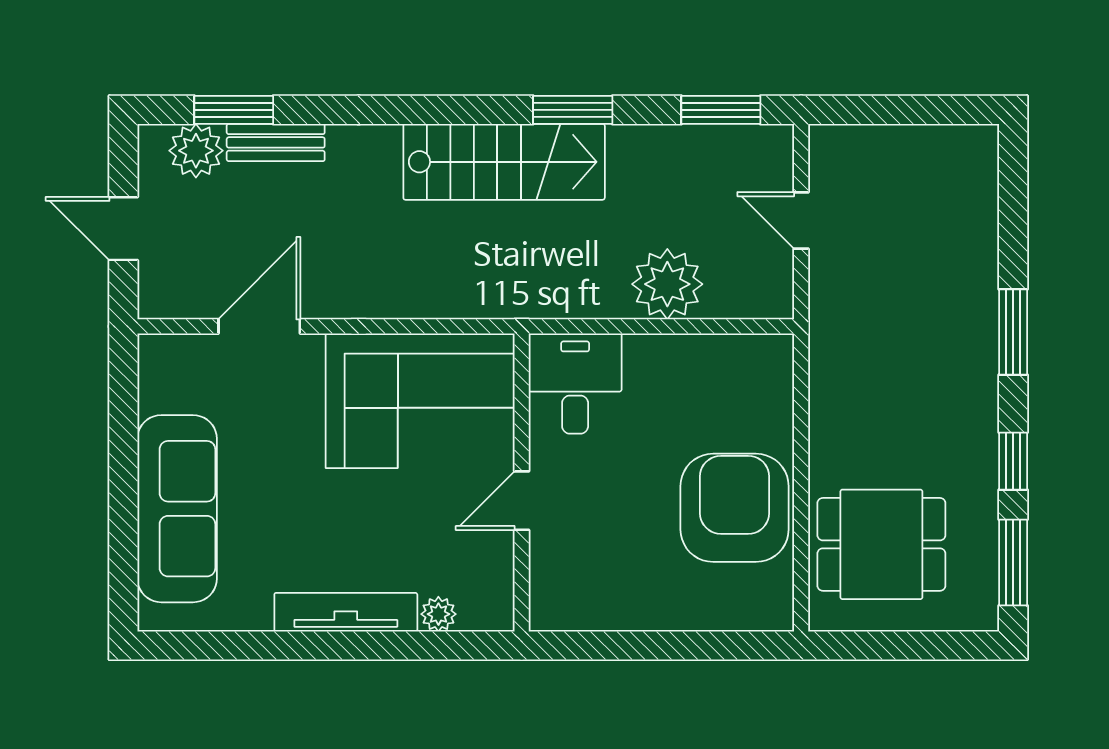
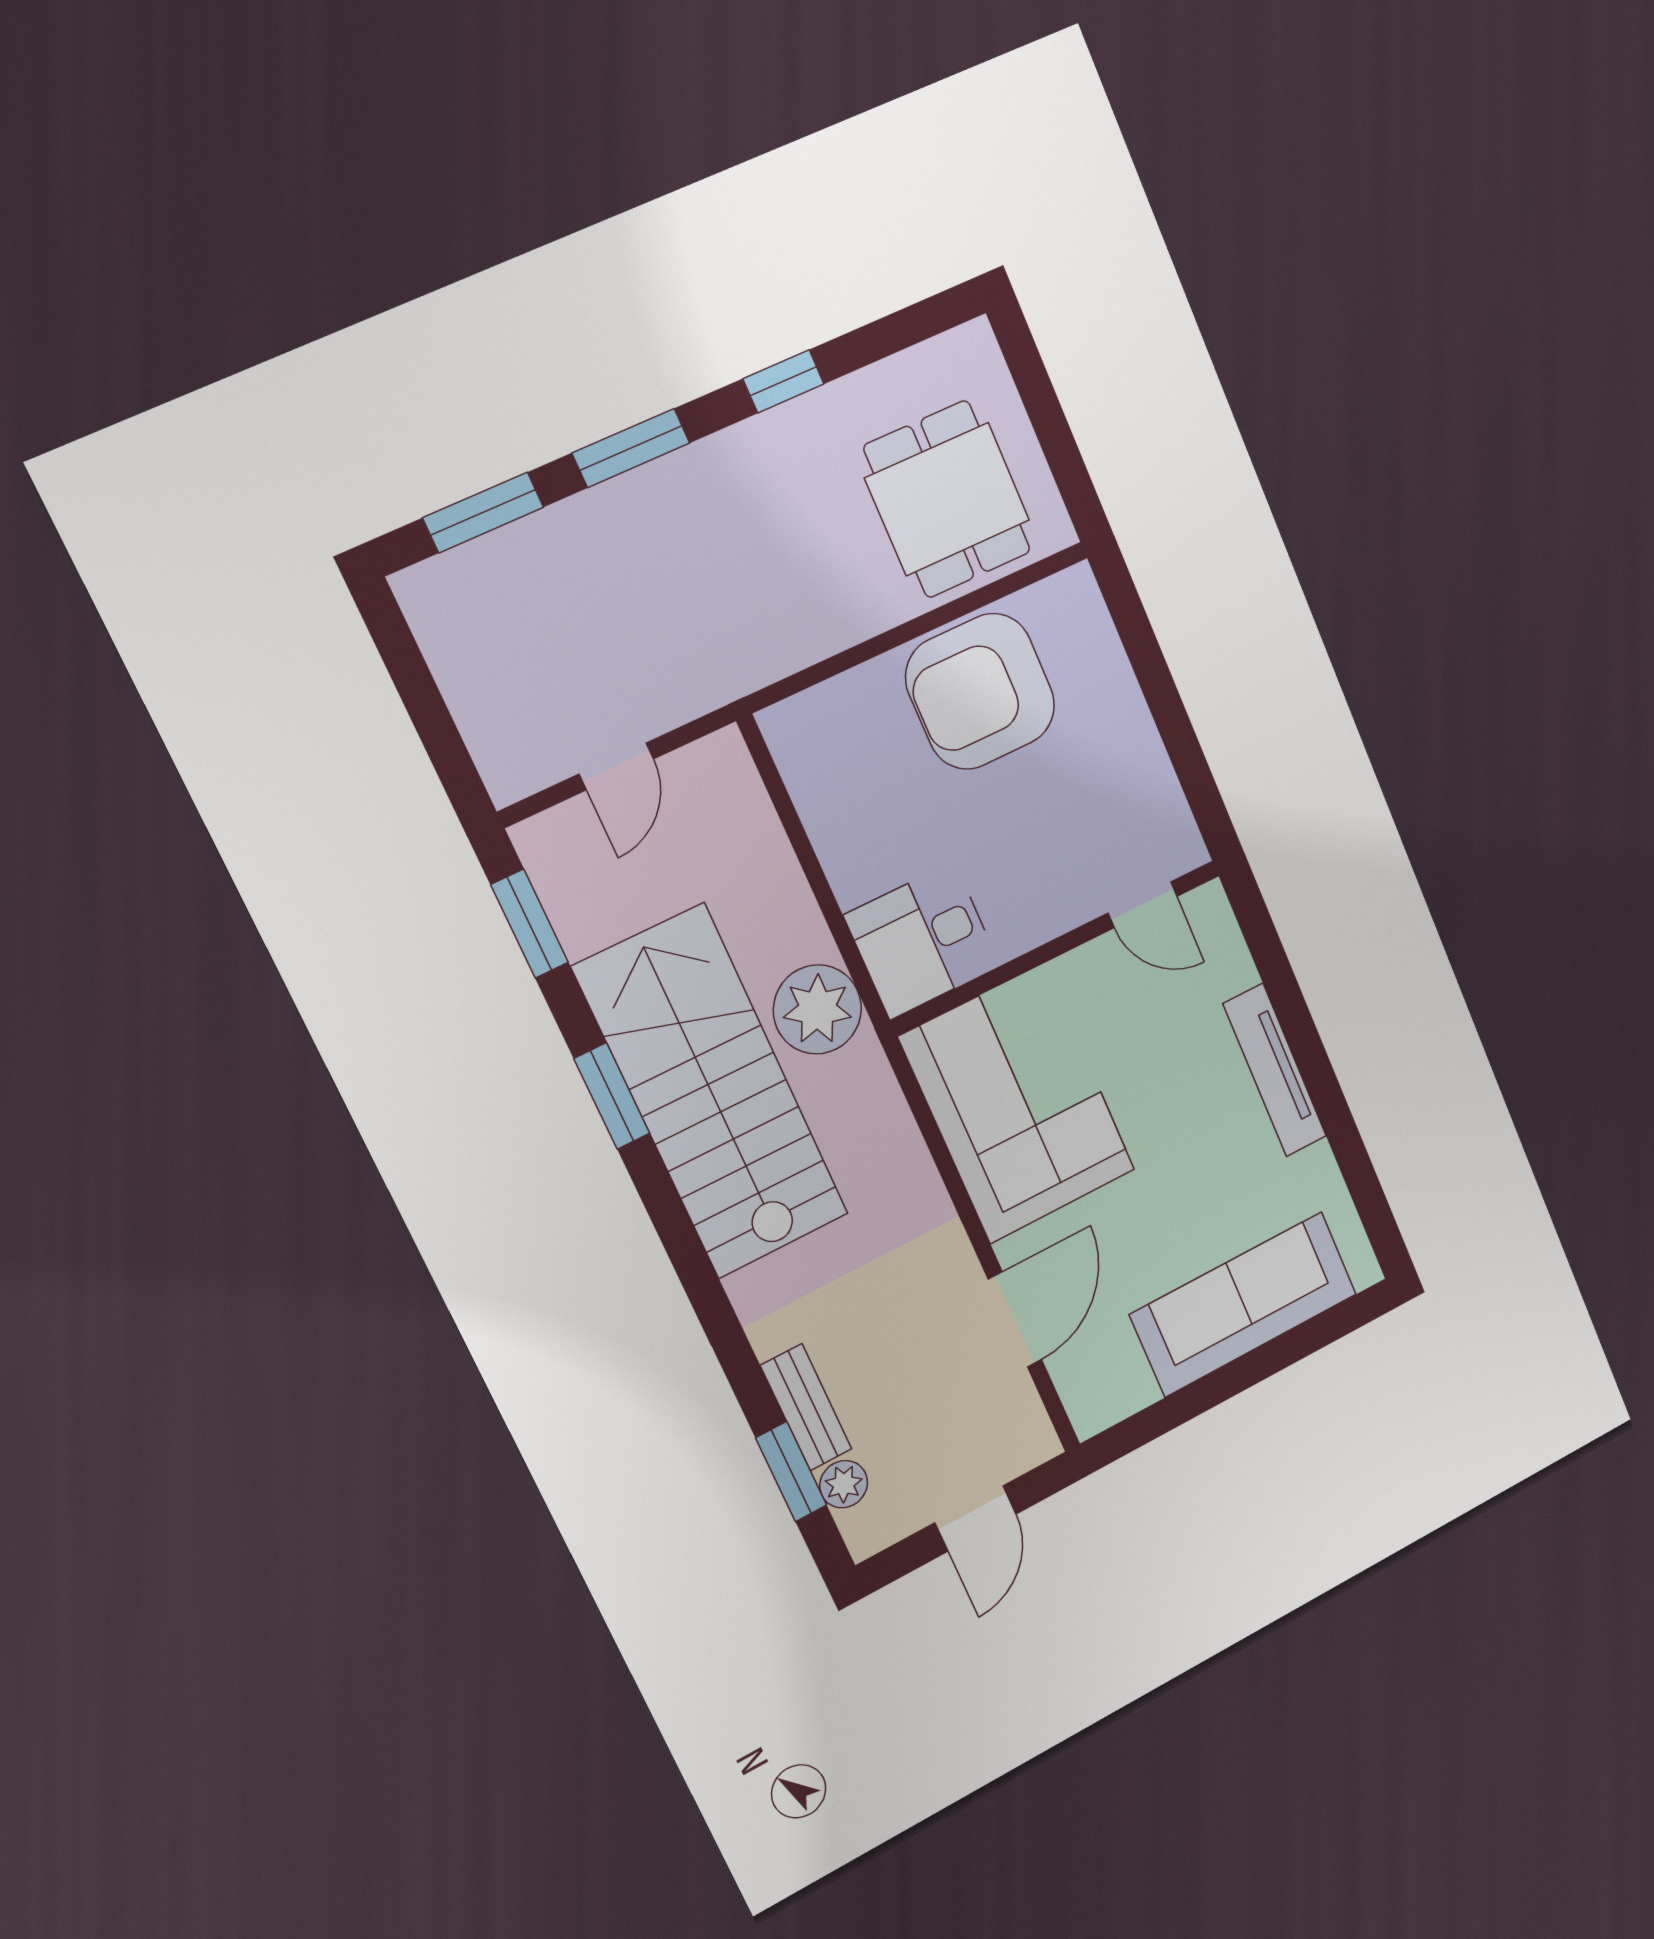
plant: (196, 151) -> (844, 1484), width x0.73, depth x0.73
stairs: (504, 162) -> (712, 1092), width x1.36, depth x1.51
plant: (667, 284) -> (817, 1009), moved
door: (259, 326) -> (1015, 1319), swing flipped
door: (522, 501) -> (1143, 905), moved
window: (1013, 563) -> (483, 512), moved
plant: (438, 614) -> (1235, 969), removed

